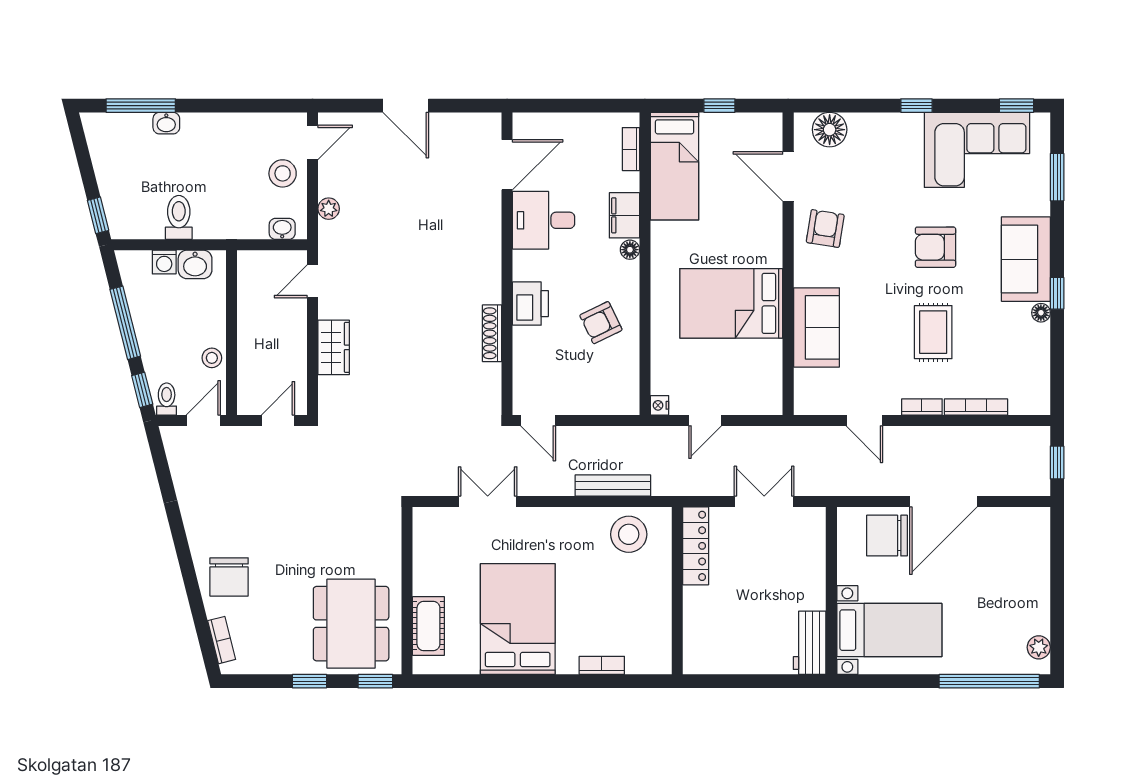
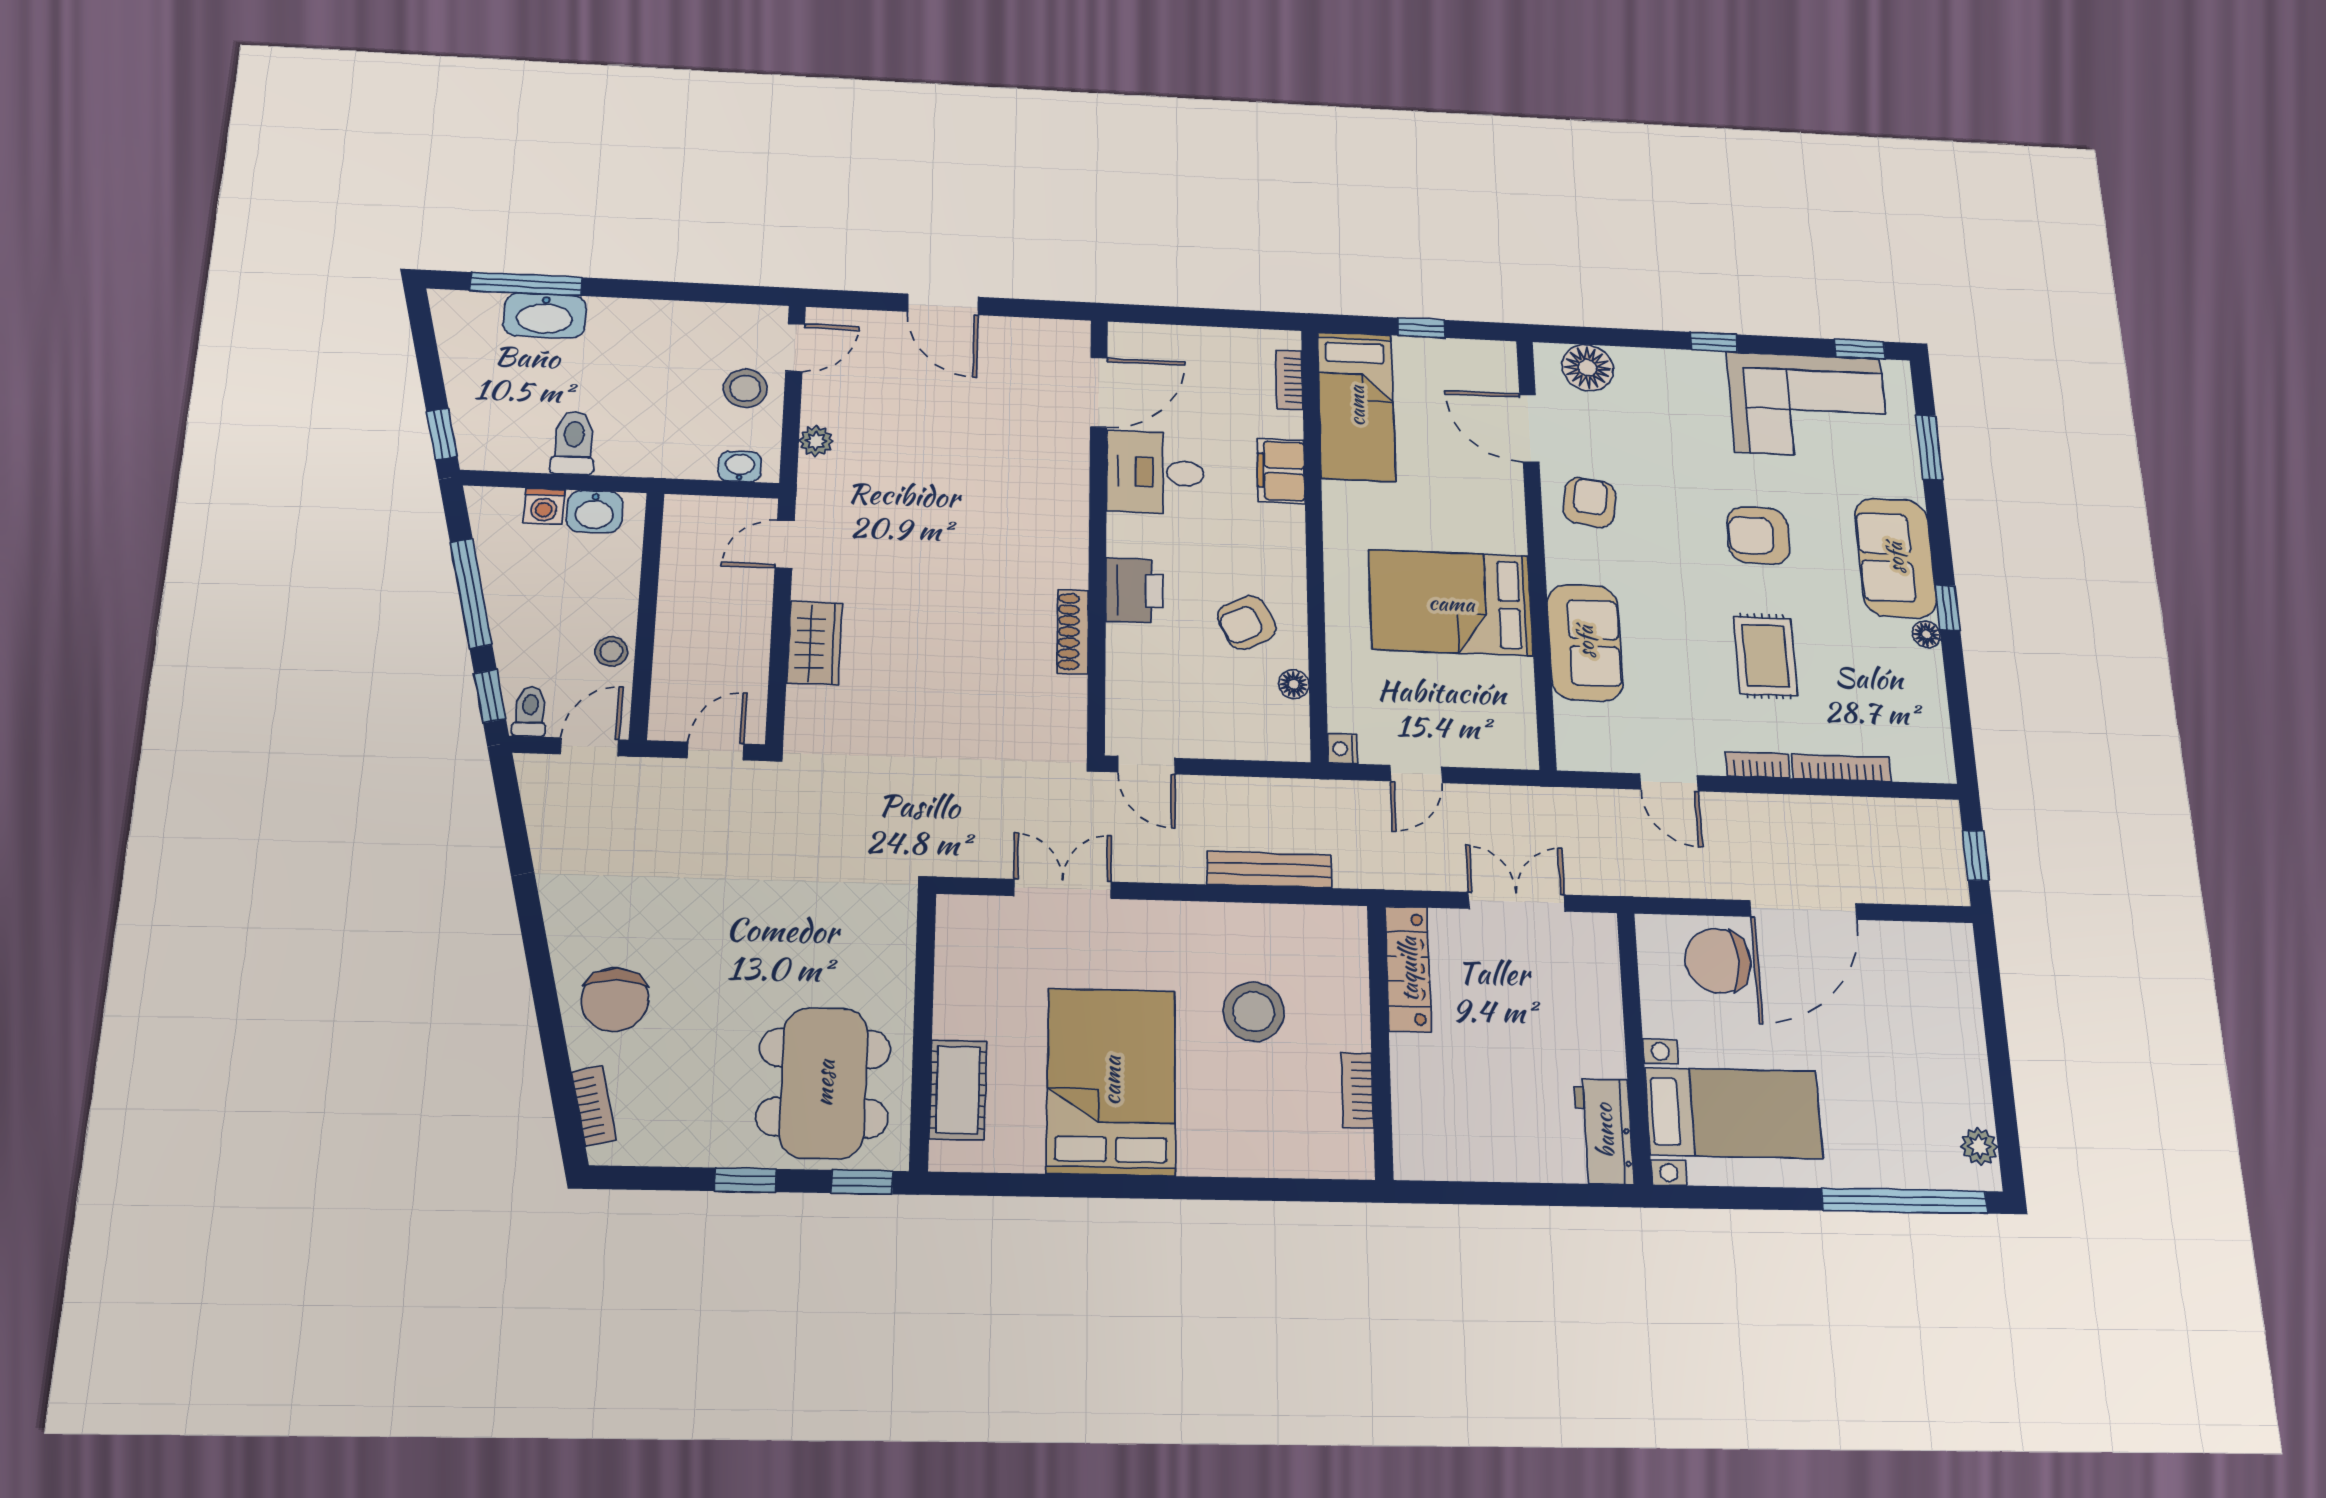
washbasin: (166, 123) -> (545, 316), width x1.91, depth x1.45
floor lamp: (630, 250) -> (1294, 684), moved
stool: (629, 534) -> (1254, 1012), moved
bookcase: (602, 665) -> (1357, 1090), moved, turned -90

